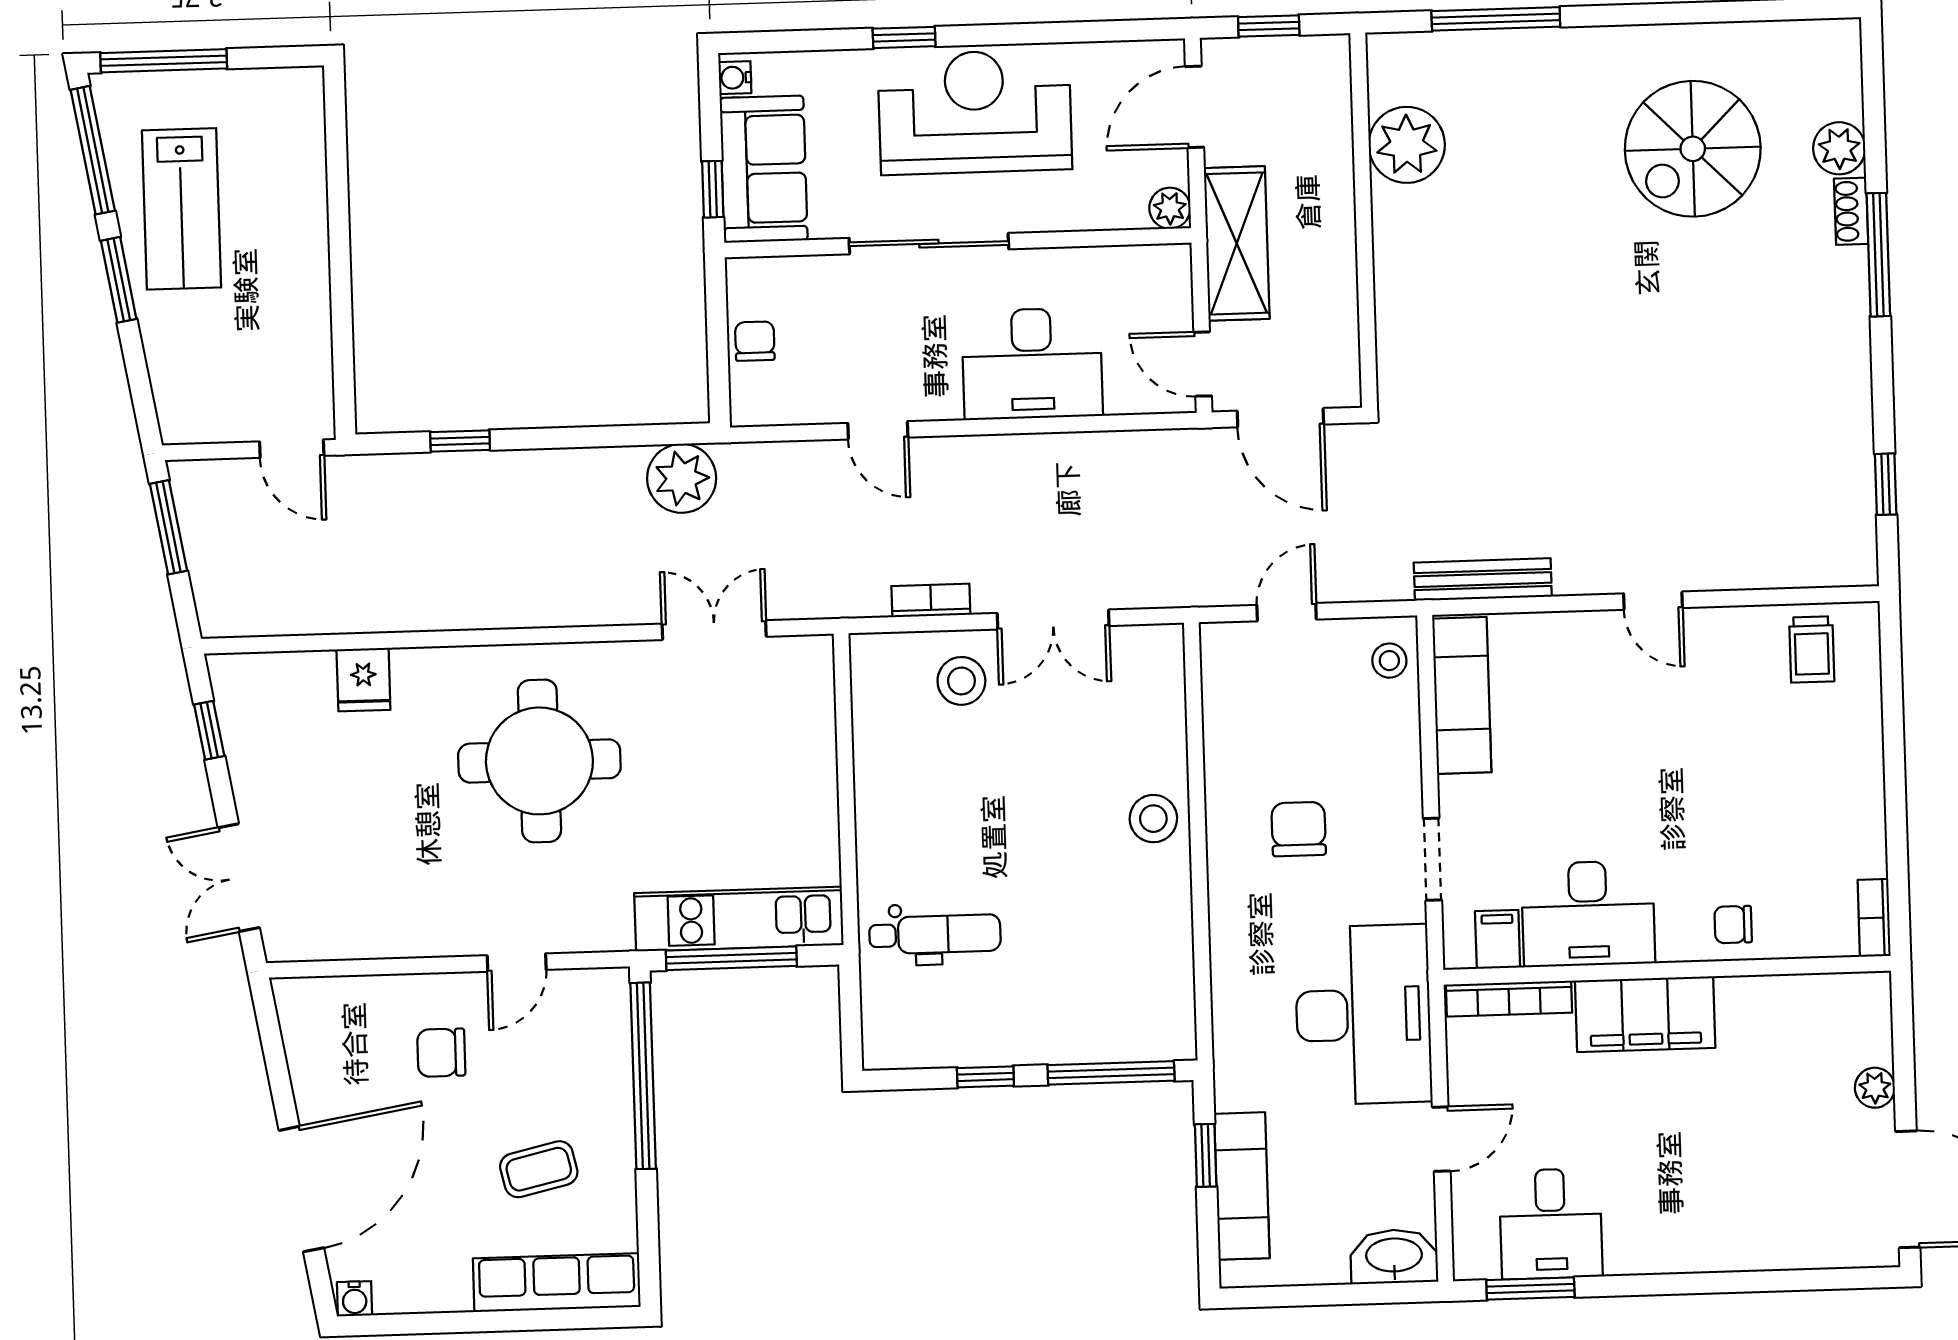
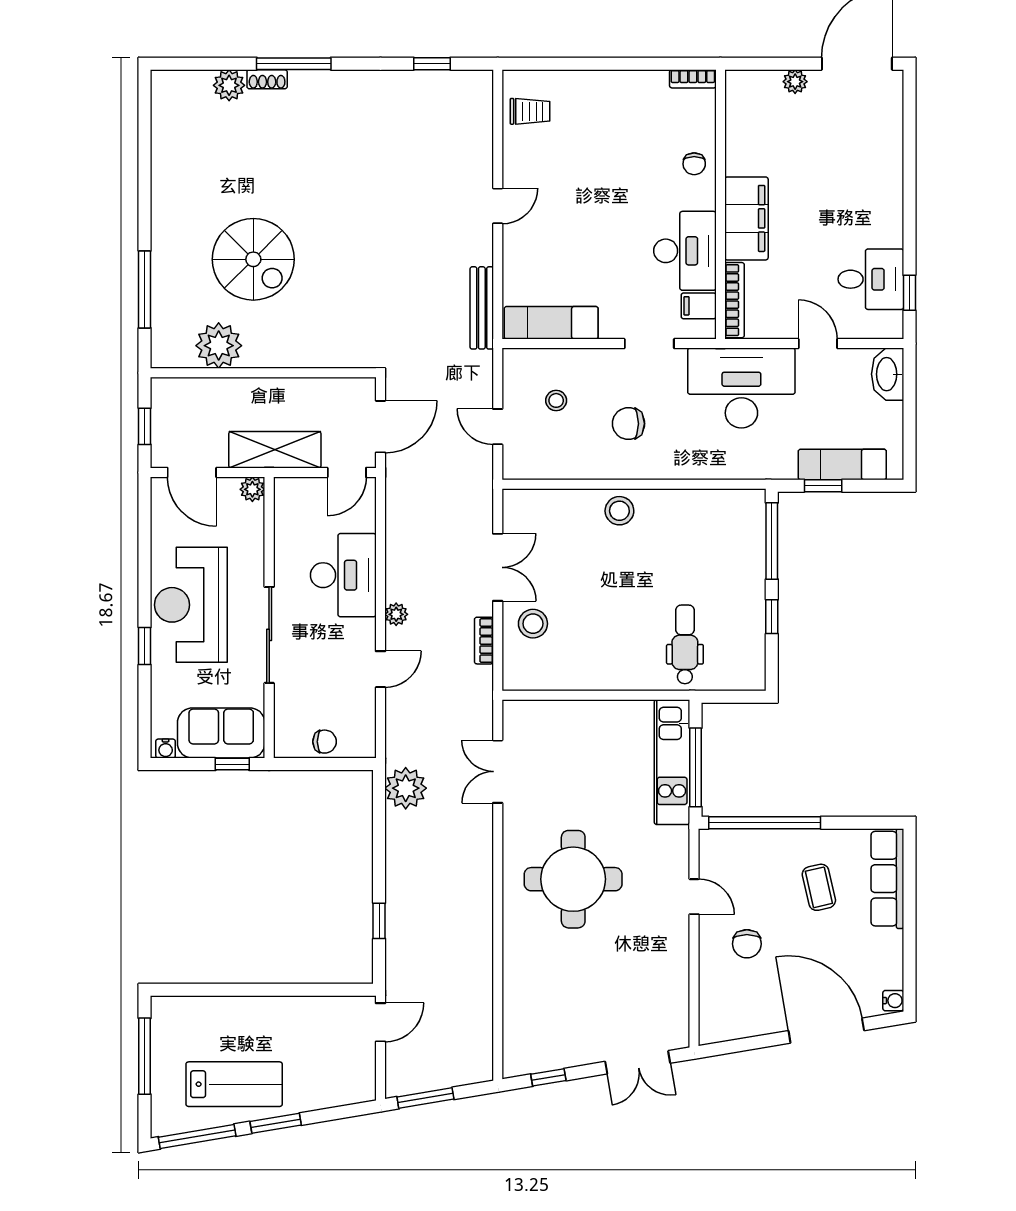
window: (164, 61) -> (145, 1056), moved
spiral stairs: (1693, 149) -> (253, 259), moved
chair: (755, 341) -> (325, 742), turned 180
plant: (970, 453) -> (396, 614), added
stool: (1389, 661) -> (556, 400), moved
fridge: (363, 680) -> (521, 984), removed
window: (1530, 1289) -> (909, 293), width x0.67

